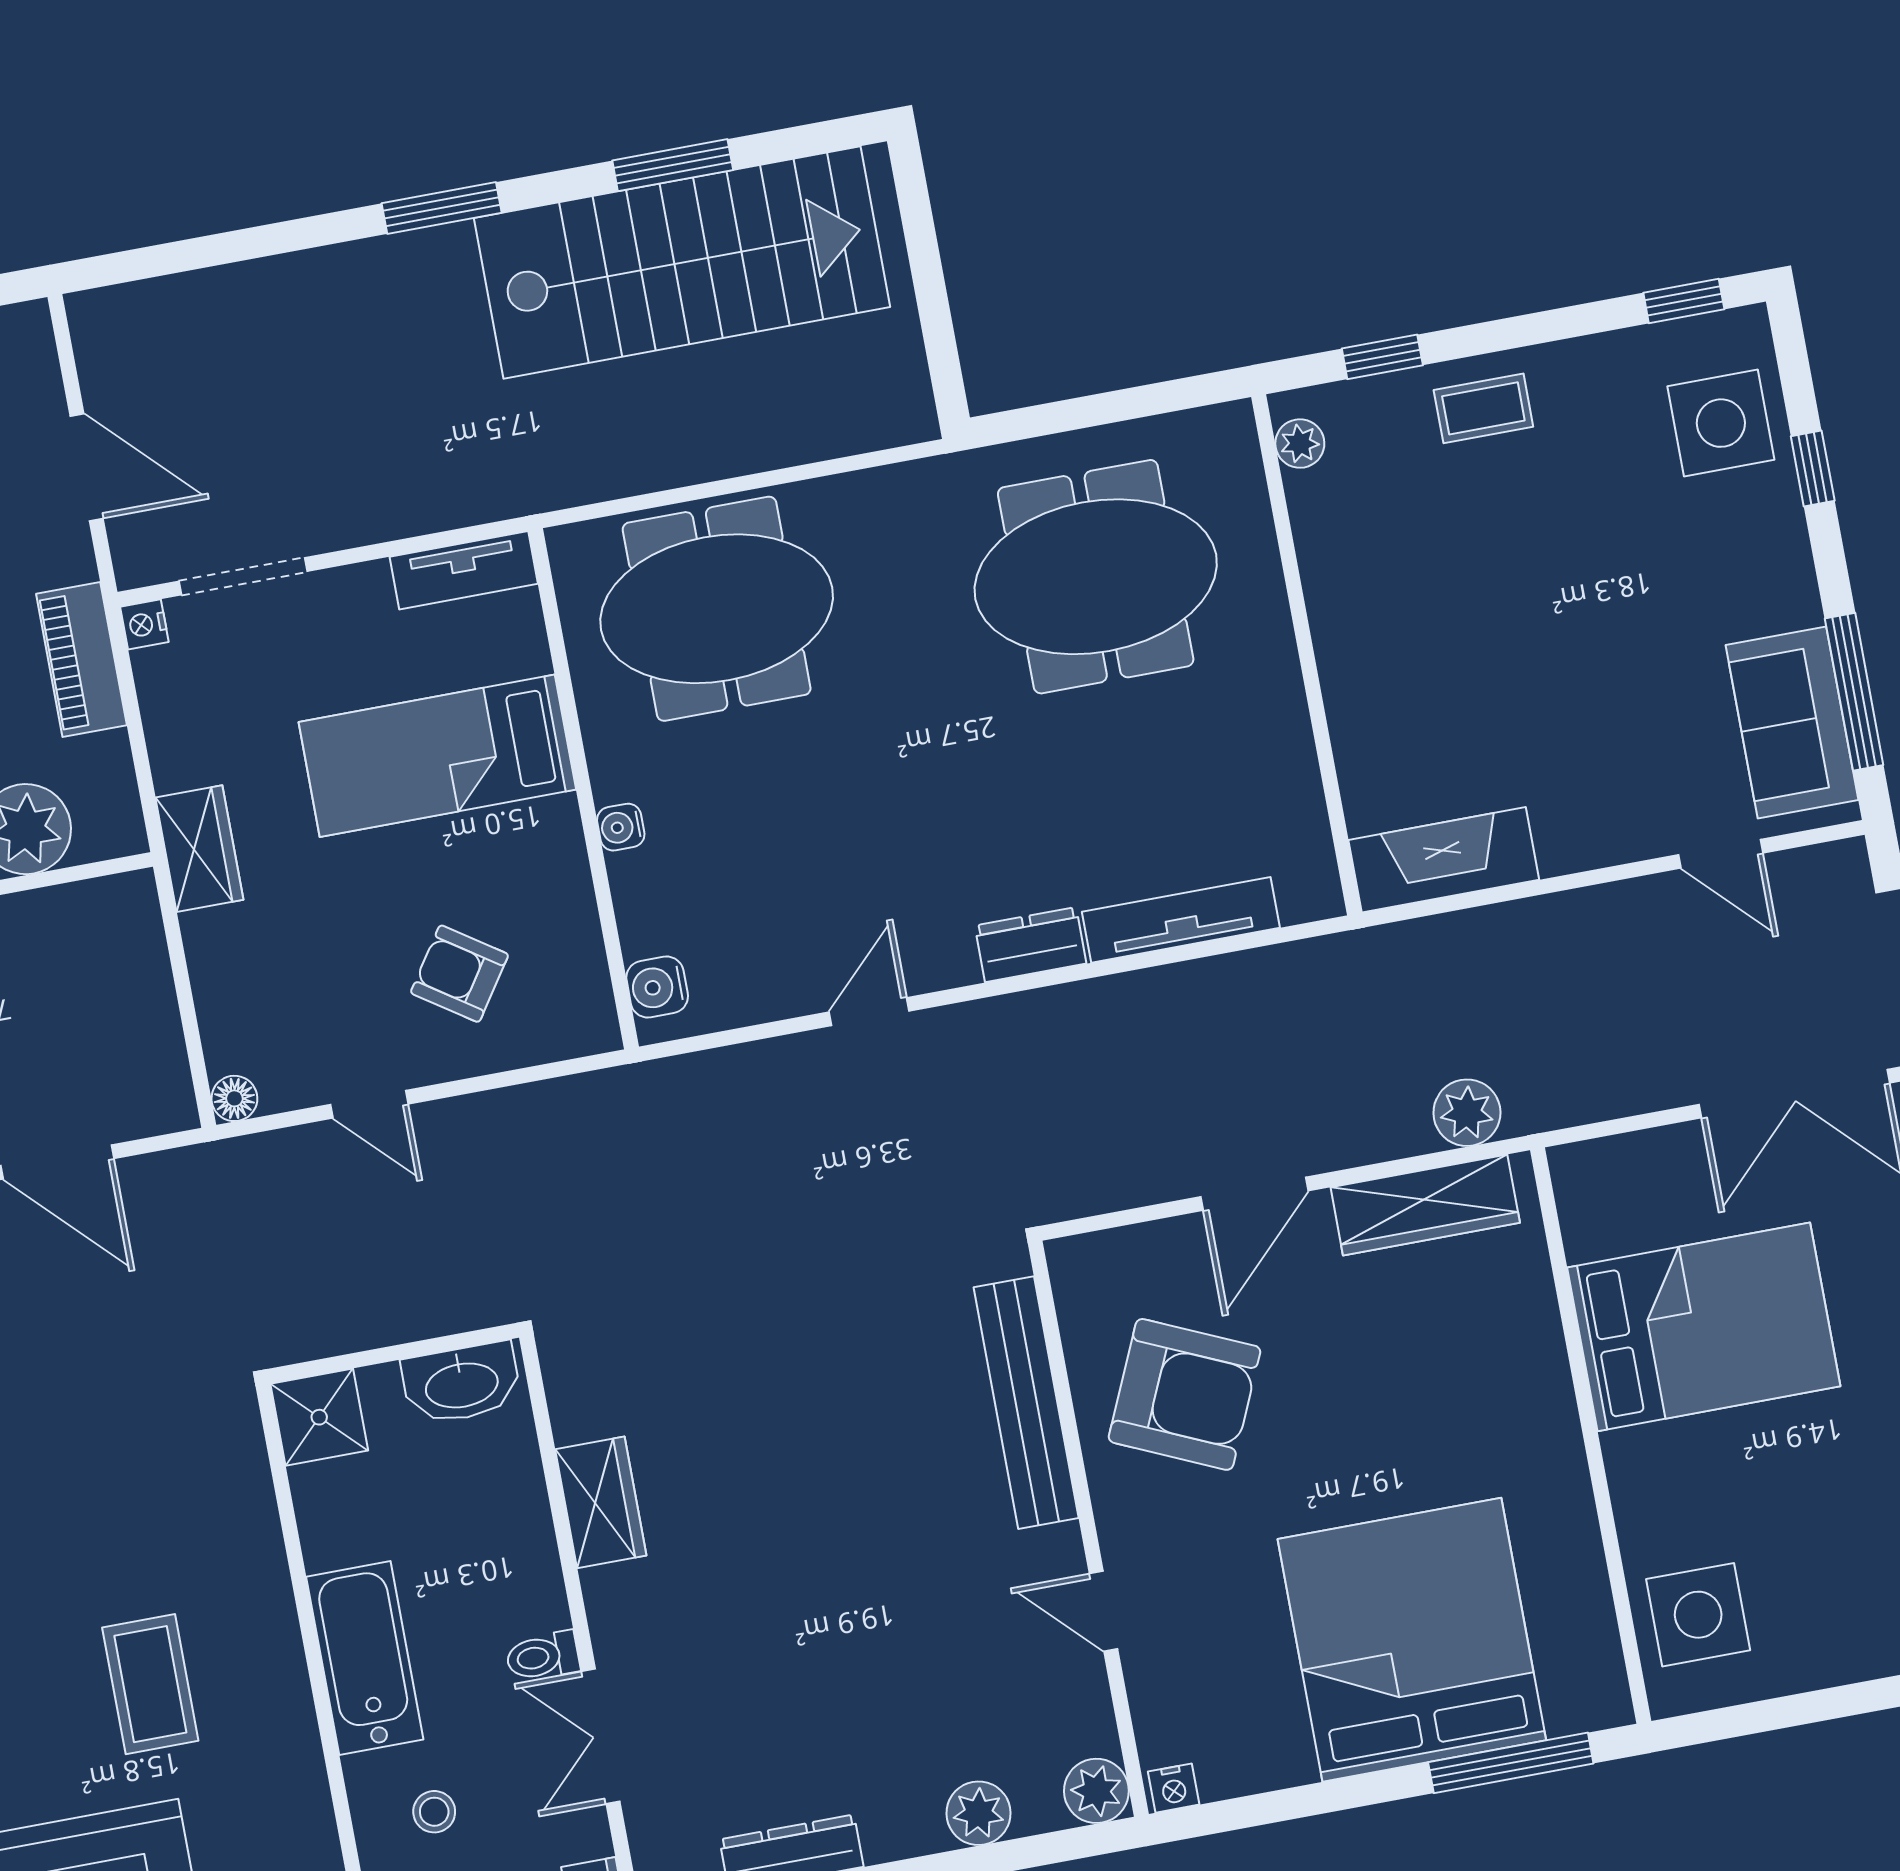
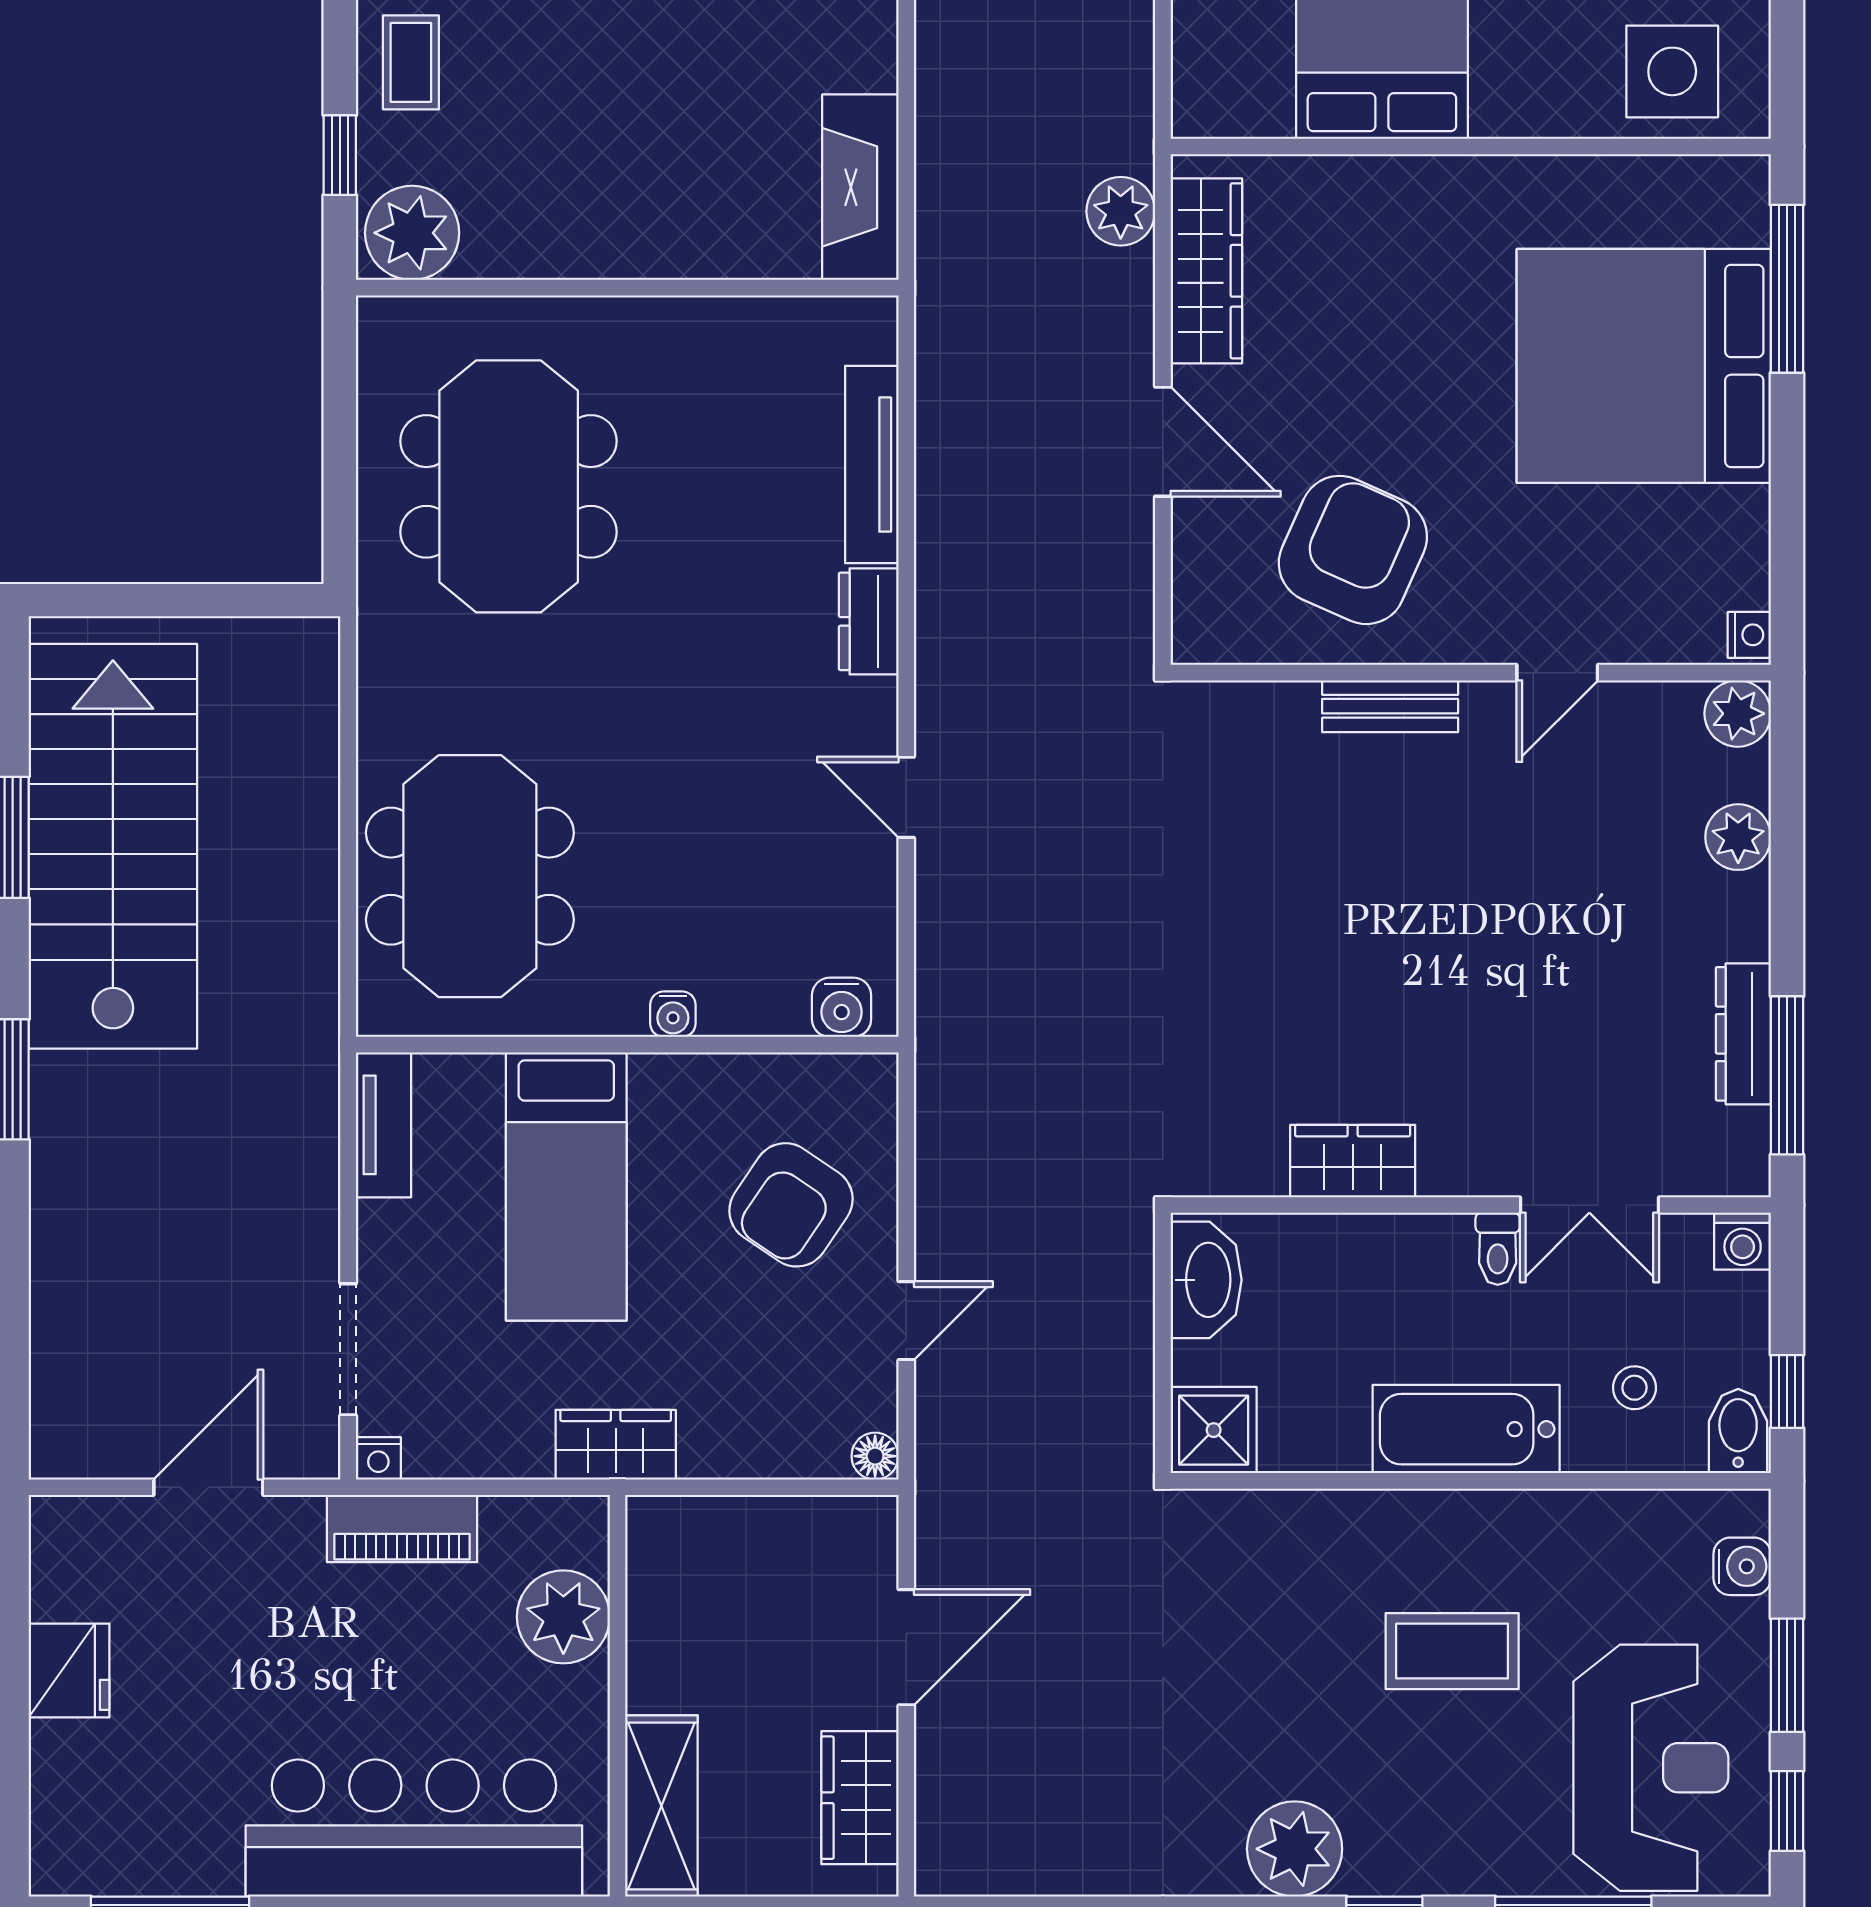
plant: (1300, 444) -> (412, 233), width x1.87, depth x1.87
armchair: (459, 974) -> (791, 1205), width x1.38, depth x1.38
bench: (1026, 1403) -> (1390, 706), width x0.54, depth x0.82

